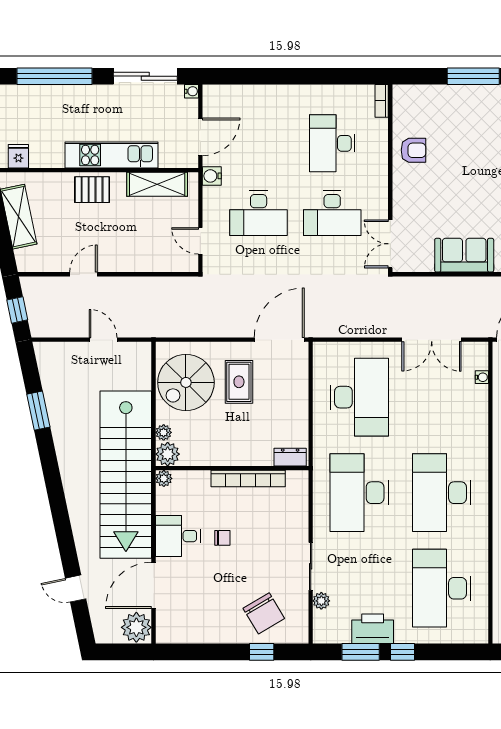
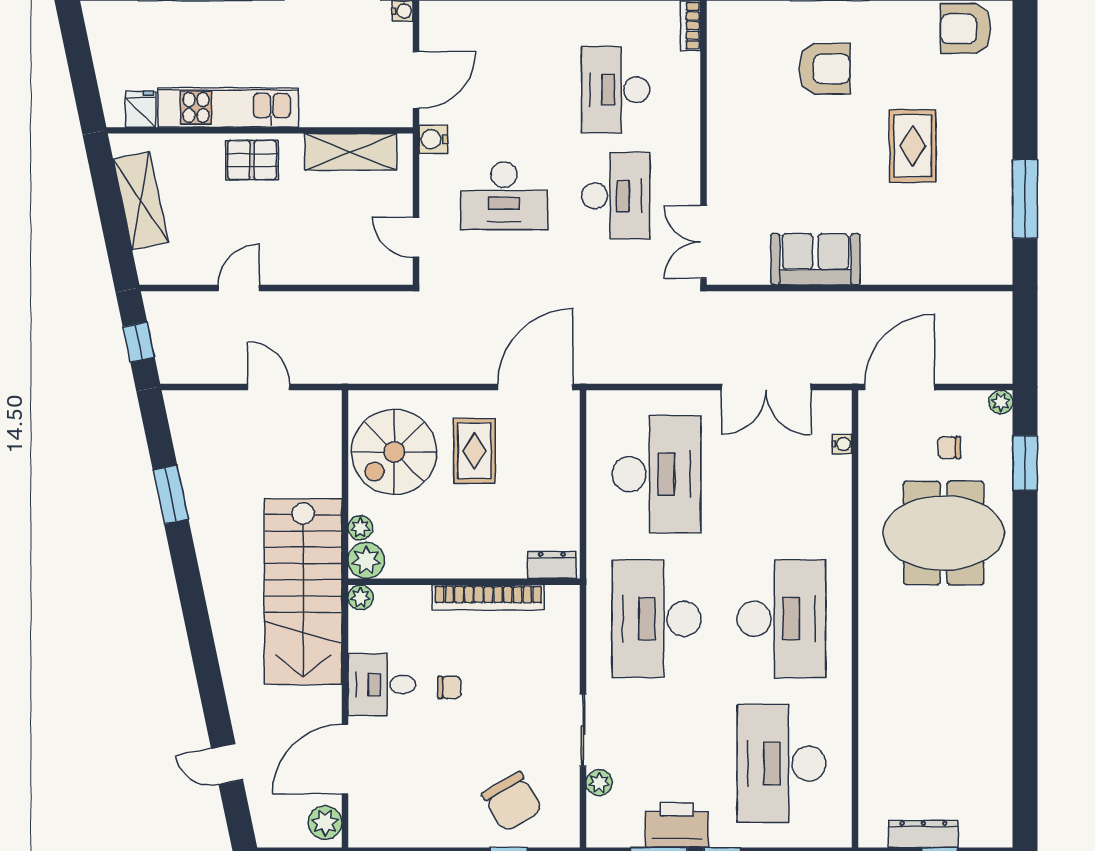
armchair: (413, 150) -> (824, 69), moved, width x1.38, depth x1.38
kitchen unit: (111, 155) -> (228, 108), moved
desk: (332, 213) -> (616, 196), turned -90
stairs: (126, 475) -> (303, 592), width x0.73
desk: (442, 493) -> (781, 619), turned 180
plant: (136, 627) -> (325, 823), width x0.73, depth x0.73

